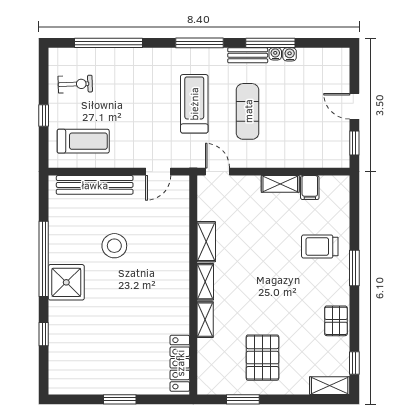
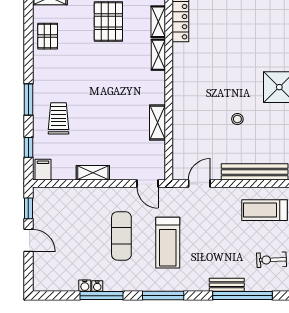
bench: (248, 55) -> (227, 285), moved
filing cabinet: (310, 188) -> (43, 170), moved
stool: (114, 246) -> (237, 119), width x0.53, depth x0.53
trolley: (320, 247) -> (59, 118), turned -90
shelving: (205, 282) -> (158, 22), moved
pallet: (336, 321) -> (48, 36), moved
window: (354, 363) -> (28, 147), moved

